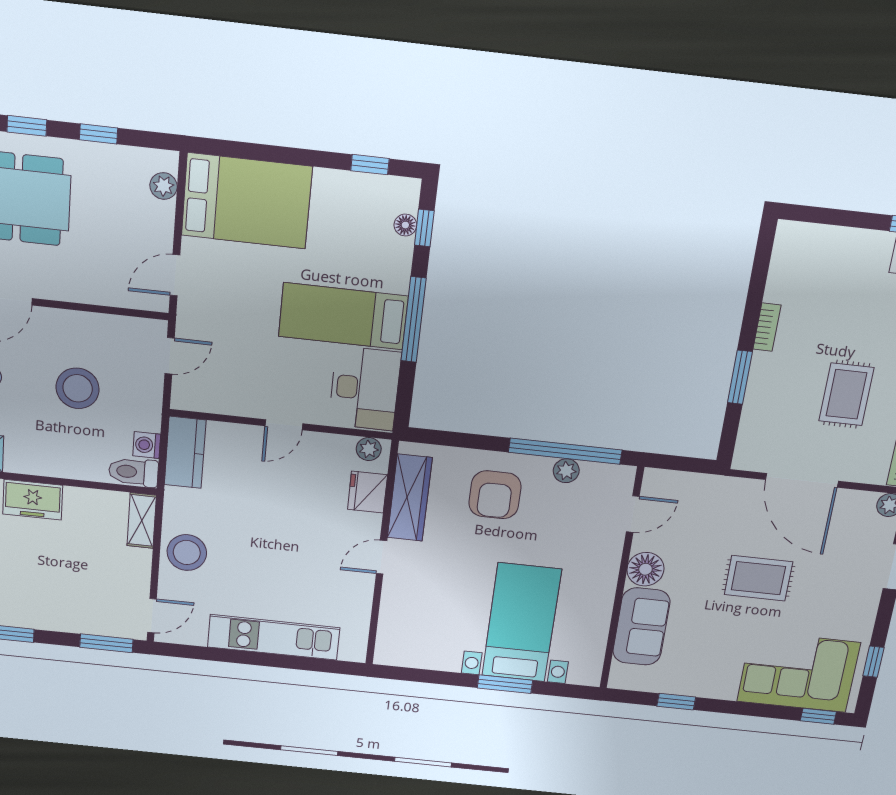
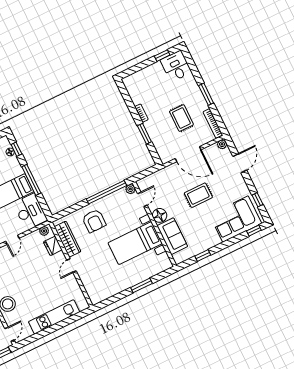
plant: (566, 471) -> (130, 189), moved
bed with nightstands: (521, 623) -> (135, 243), moved, turned -90

